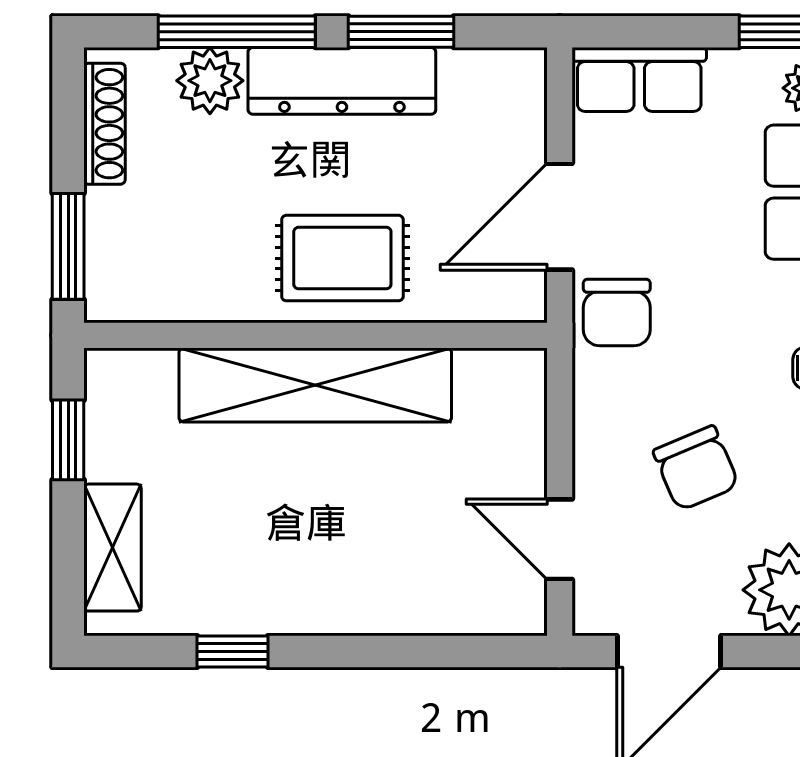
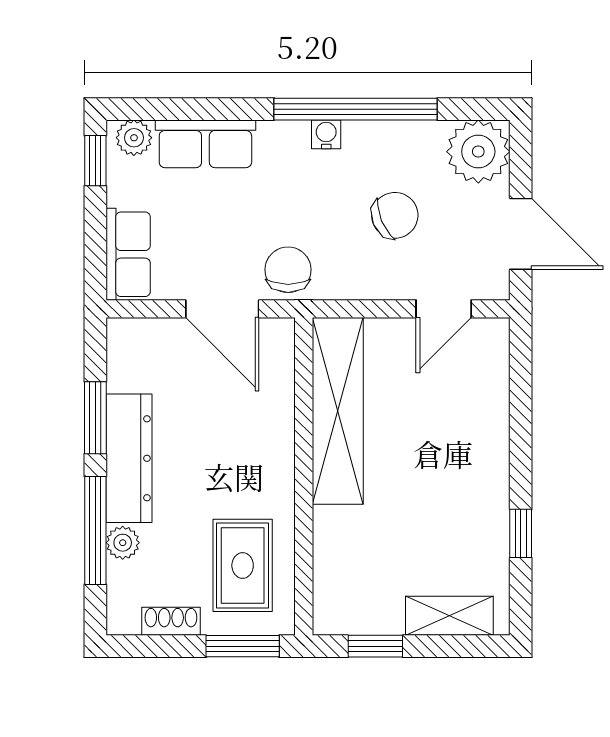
plant: (210, 81) -> (123, 543), width x0.73, depth x0.73
shoe rack: (104, 124) -> (171, 621), width x0.70
rug: (342, 258) -> (243, 565), moved
chair: (617, 312) -> (288, 270), turned -90
shelving: (315, 385) -> (338, 411), moved

